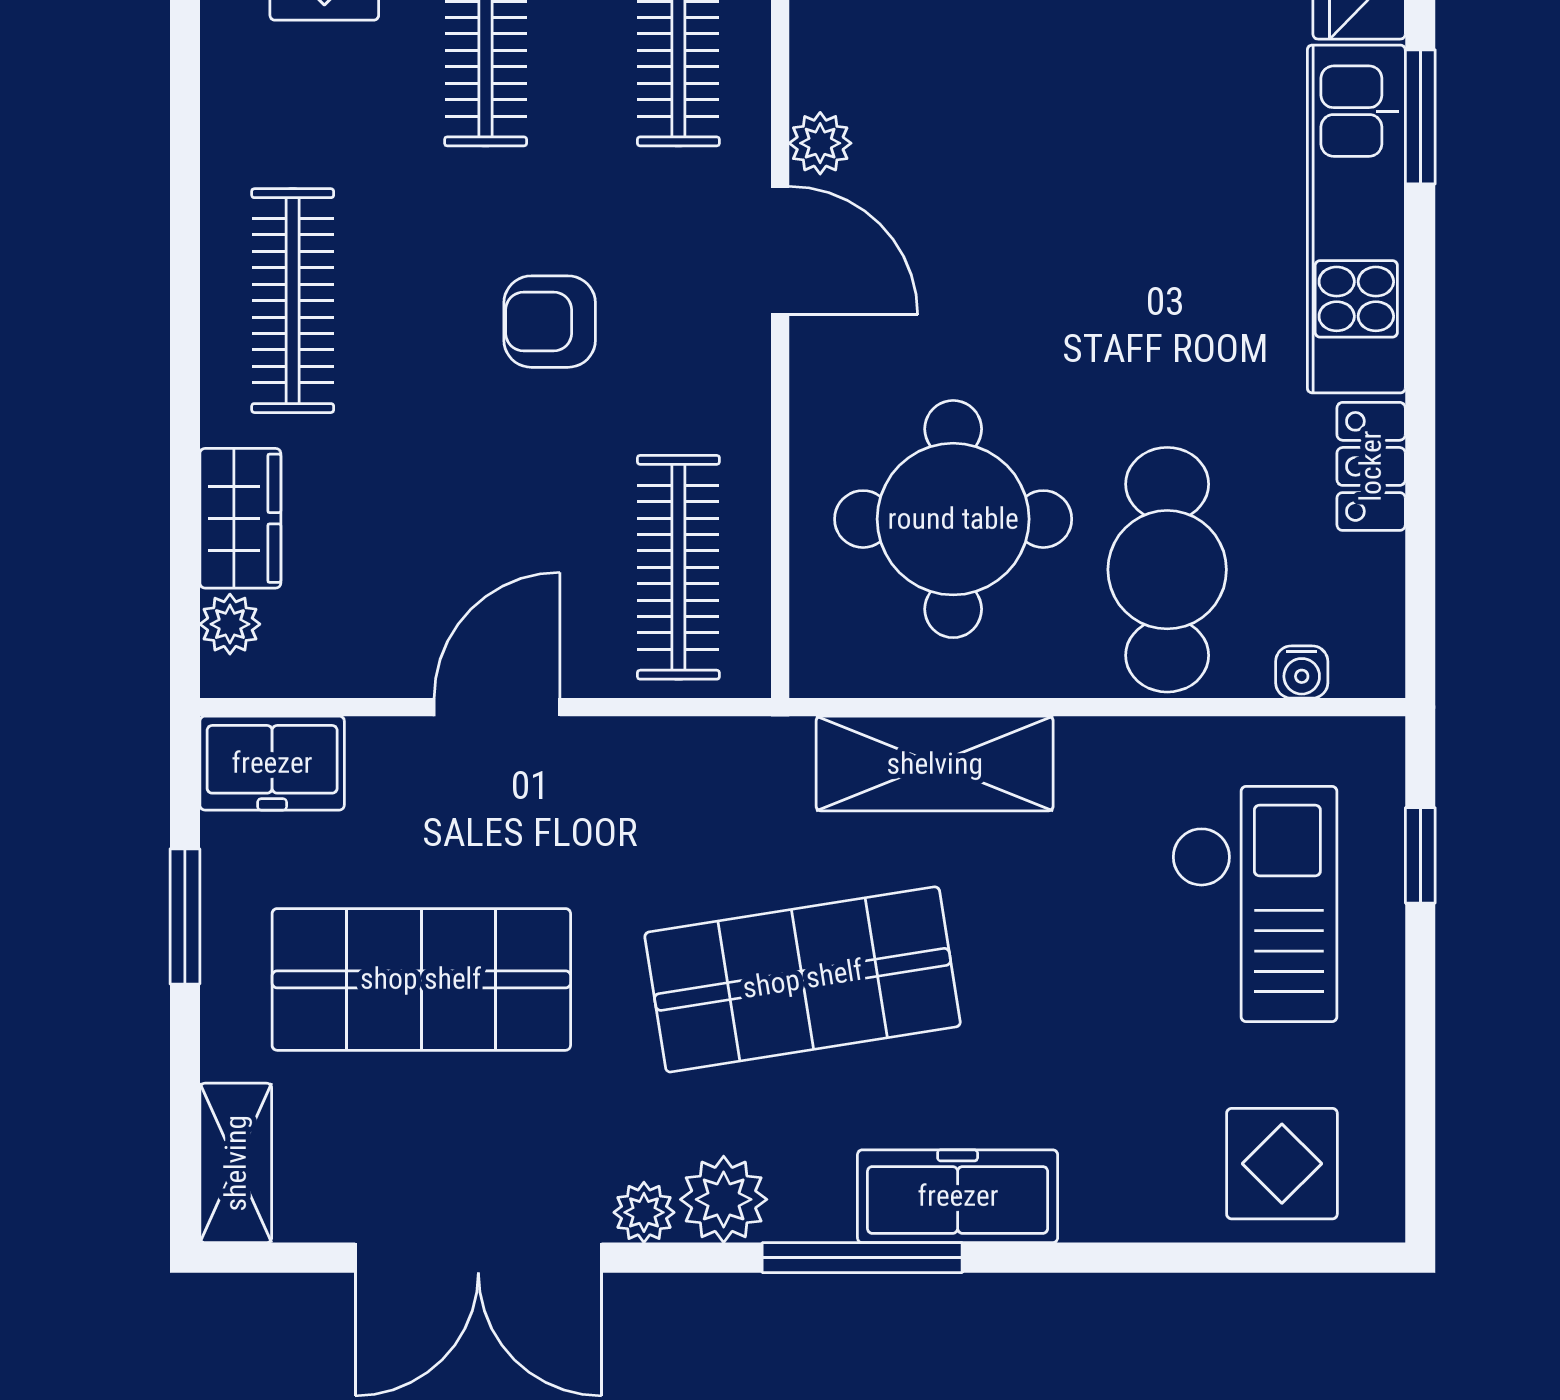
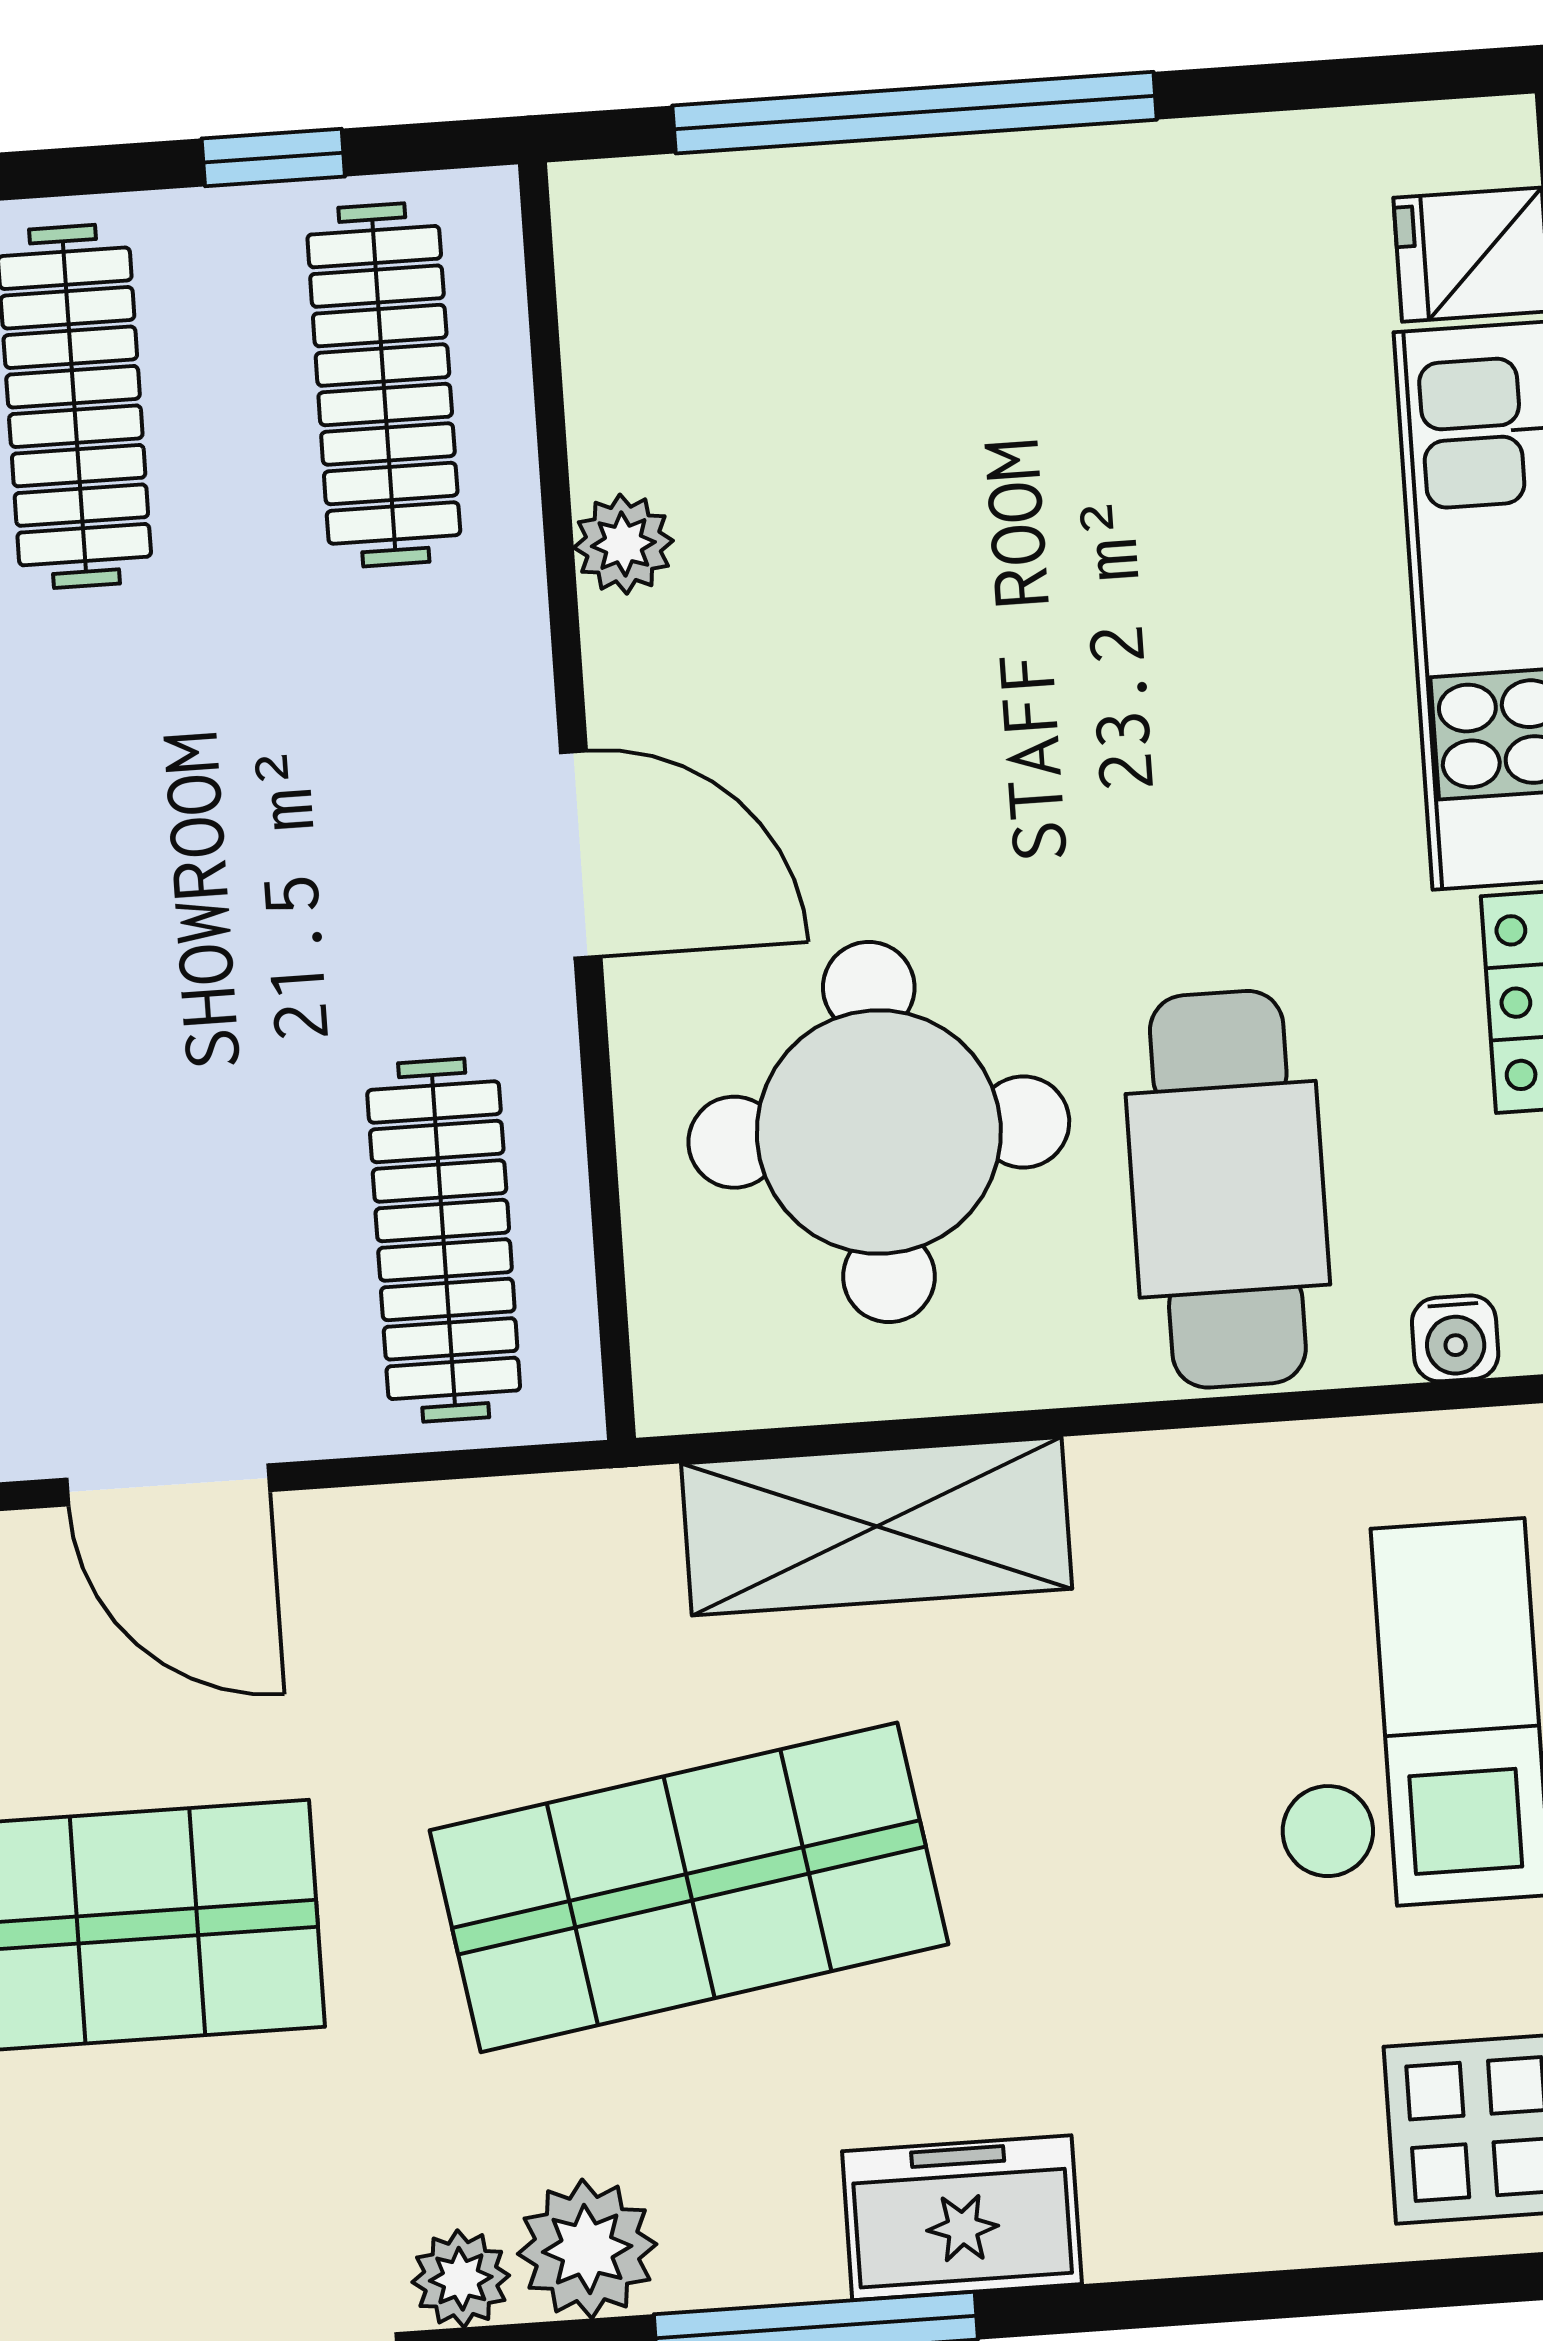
door: (780, 251) -> (581, 854), moved
armchair: (550, 322) -> (209, 860), removed
door: (497, 707) -> (168, 1485), swing flipped
freezer: (958, 1196) -> (962, 2218), width x0.71

